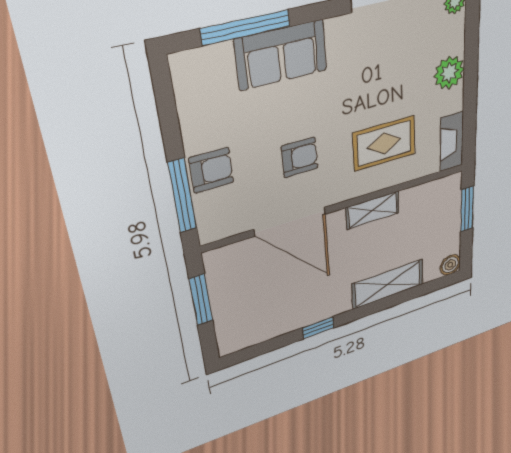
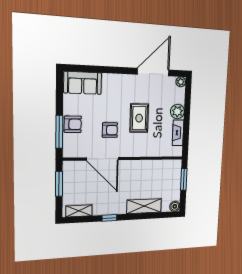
window: (246, 27) -> (95, 69), removed
sofa: (281, 55) -> (83, 83), moved
fireplace: (452, 142) -> (178, 133), moved
rug: (384, 143) -> (139, 118), moved, turned 90
shelving: (373, 210) -> (79, 211), moved

